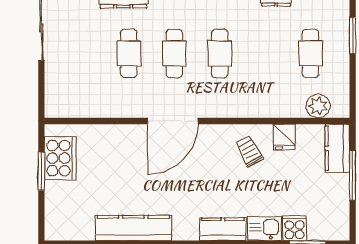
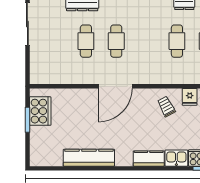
cafe table: (220, 53) -> (177, 41), moved

